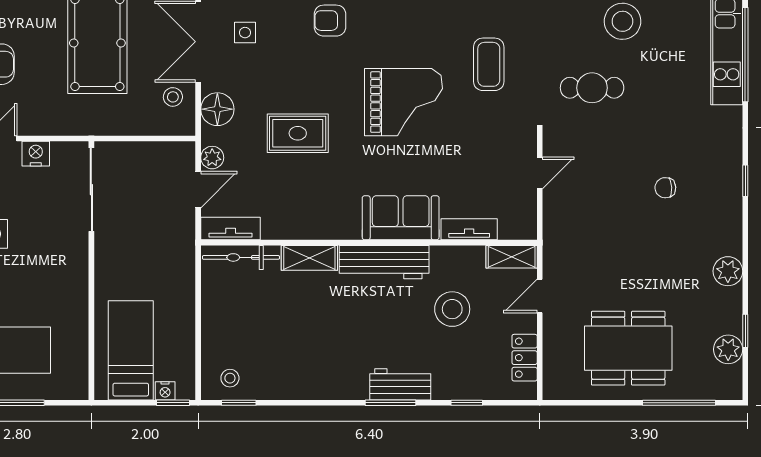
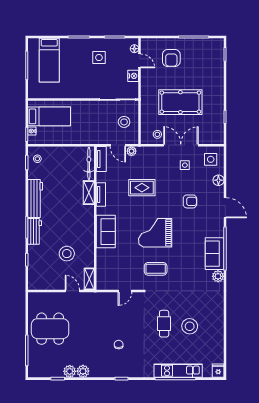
armchair: (330, 21) -> (190, 201), turned 90
coffee table: (489, 64) -> (156, 269), moved
cafe table: (592, 88) -> (164, 324), moved
grand piano: (404, 102) -> (155, 233), turned 90
floor lamp: (217, 109) -> (152, 153), removed
rug: (298, 133) -> (142, 188), turned 90
door: (540, 173) -> (125, 291), hinge flipped
stool: (144, 175) -> (124, 122), added
tv unit: (469, 229) -> (101, 195), moved
workbench: (384, 262) -> (35, 198), moved, turned 180
dining table: (628, 348) -> (50, 329), turned 90
plant: (728, 349) -> (70, 371), moved
locker: (525, 358) -> (46, 284), removed

